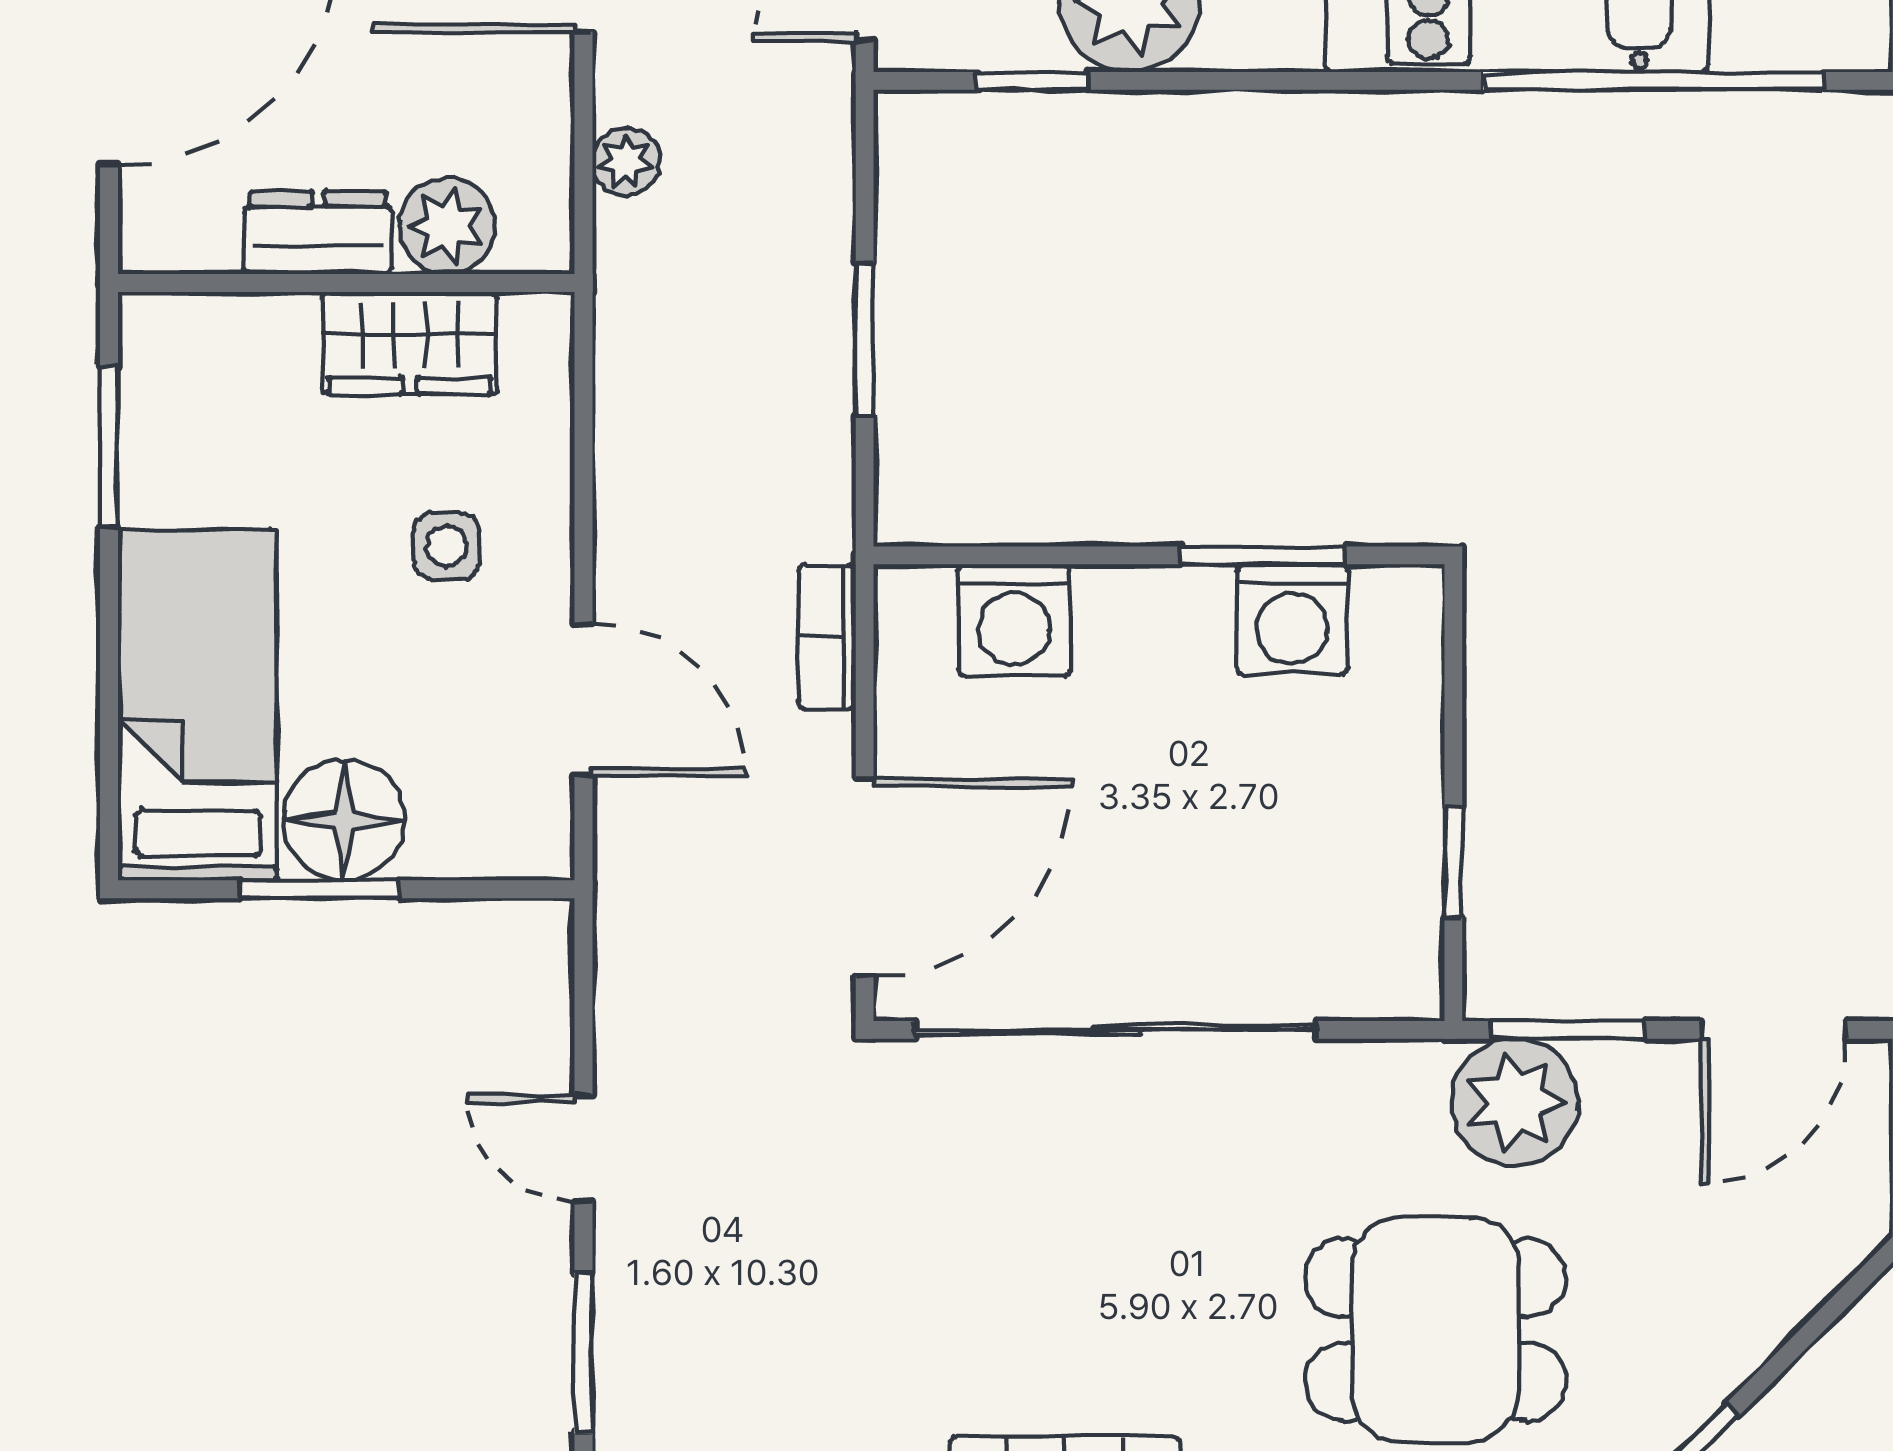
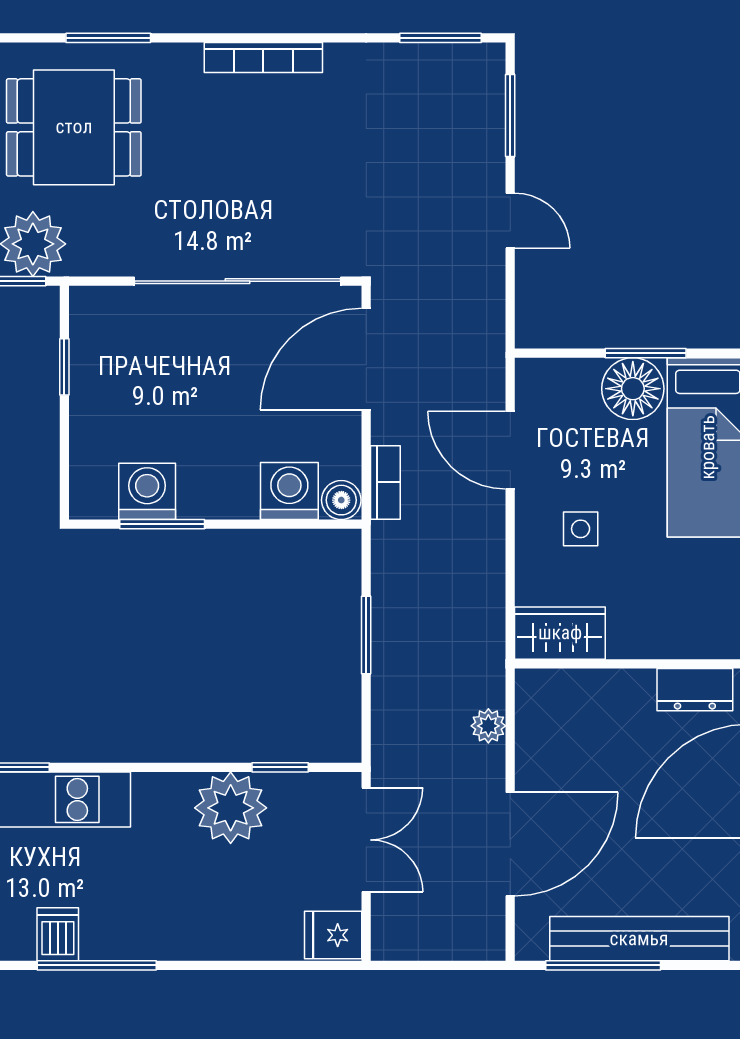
plant: (447, 226) -> (580, 693), removed
dresser: (318, 233) -> (695, 690), moved
wardrobe: (410, 343) -> (560, 633), moved
boiler: (913, 602) -> (341, 500), added

